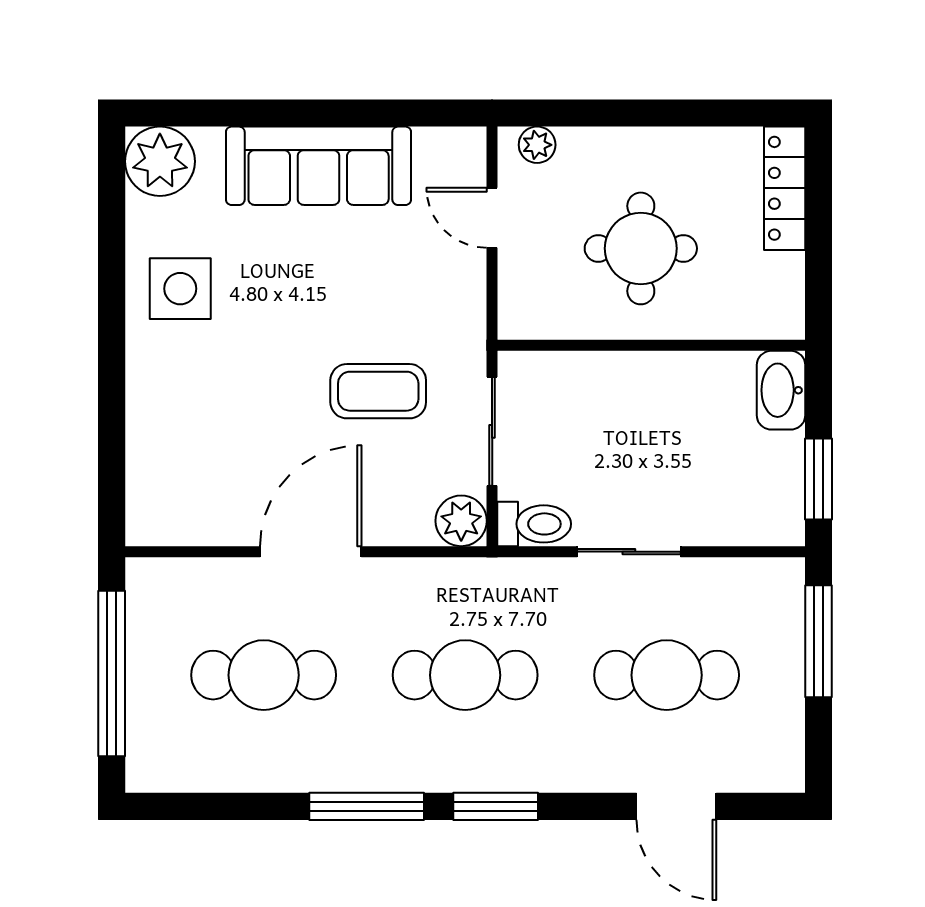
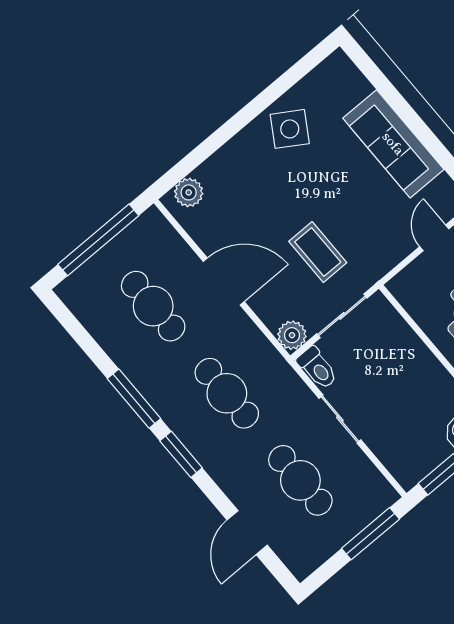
plant: (160, 161) -> (189, 192), moved, width x0.73, depth x0.73
side table: (180, 289) -> (290, 129), turned 32

